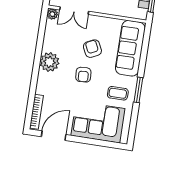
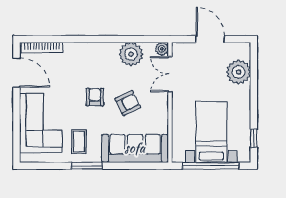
plant: (49, 62) -> (131, 54), moved
armchair: (83, 75) -> (95, 97), turned 94

